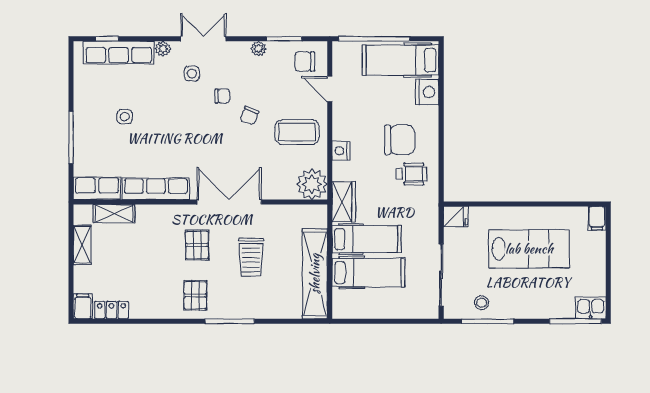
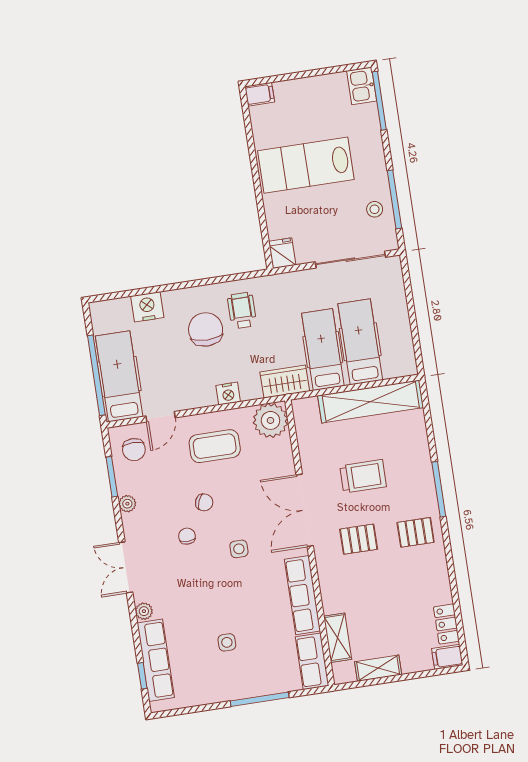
hospital bed: (400, 60) -> (119, 376), moved, turned 180
side table: (192, 74) -> (239, 549), moved
coffee table: (297, 132) -> (215, 446), turned 90
lab bench: (529, 249) -> (306, 165), turned -90

